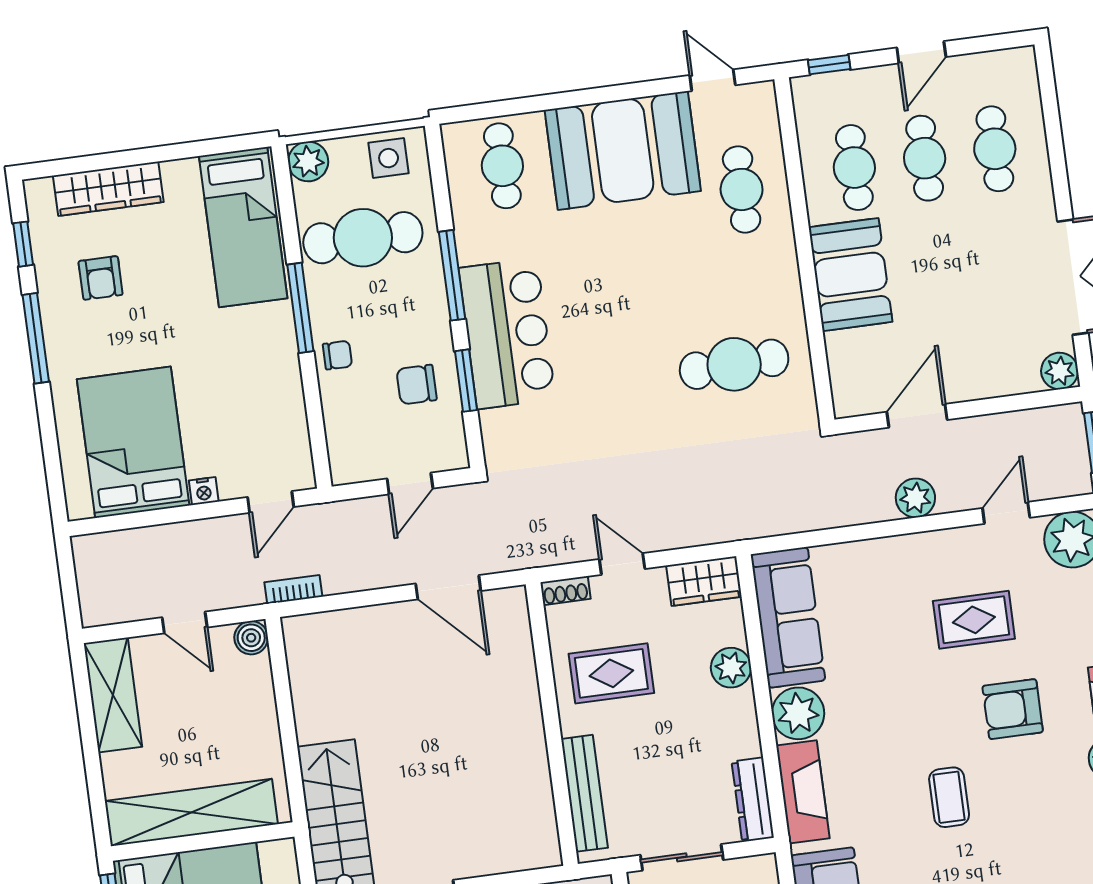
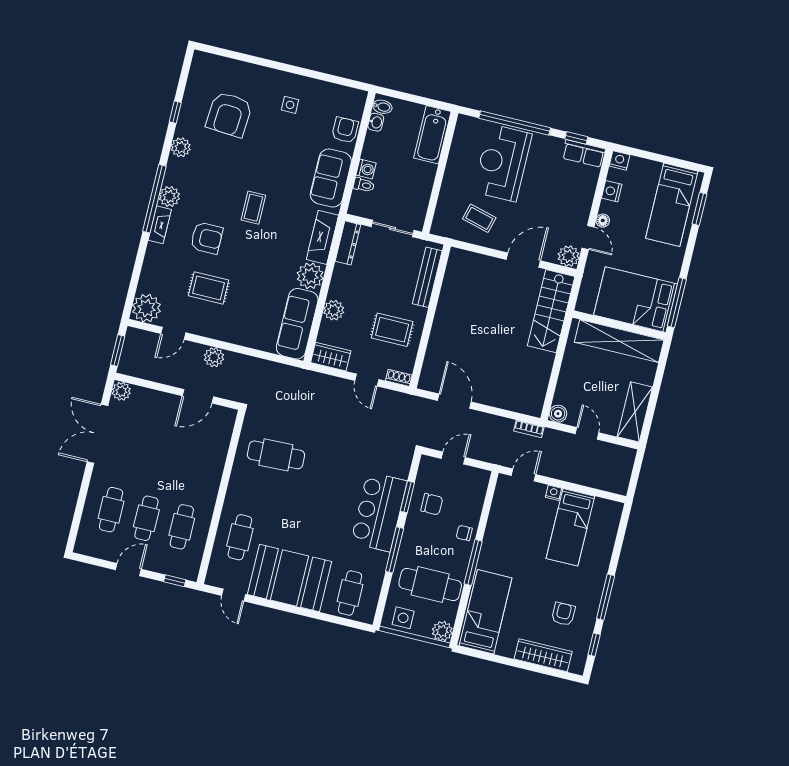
booth: (850, 275) -> (204, 476), removed
bed: (133, 442) -> (570, 527), width x0.67

